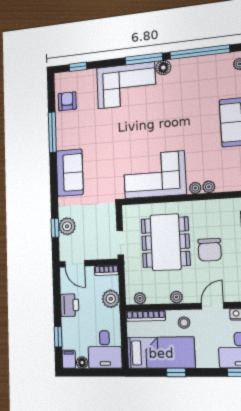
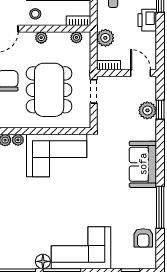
printer: (70, 305) -> (147, 20), moved
bookcase: (146, 316) -> (78, 21), width x0.64

